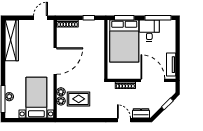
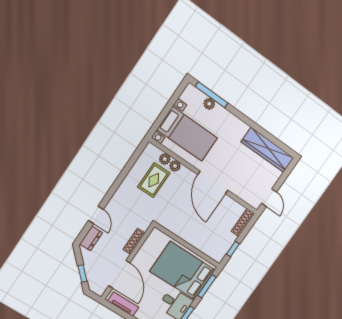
door: (153, 80) -> (119, 274), hinge flipped
door: (124, 120) -> (96, 215), hinge flipped

